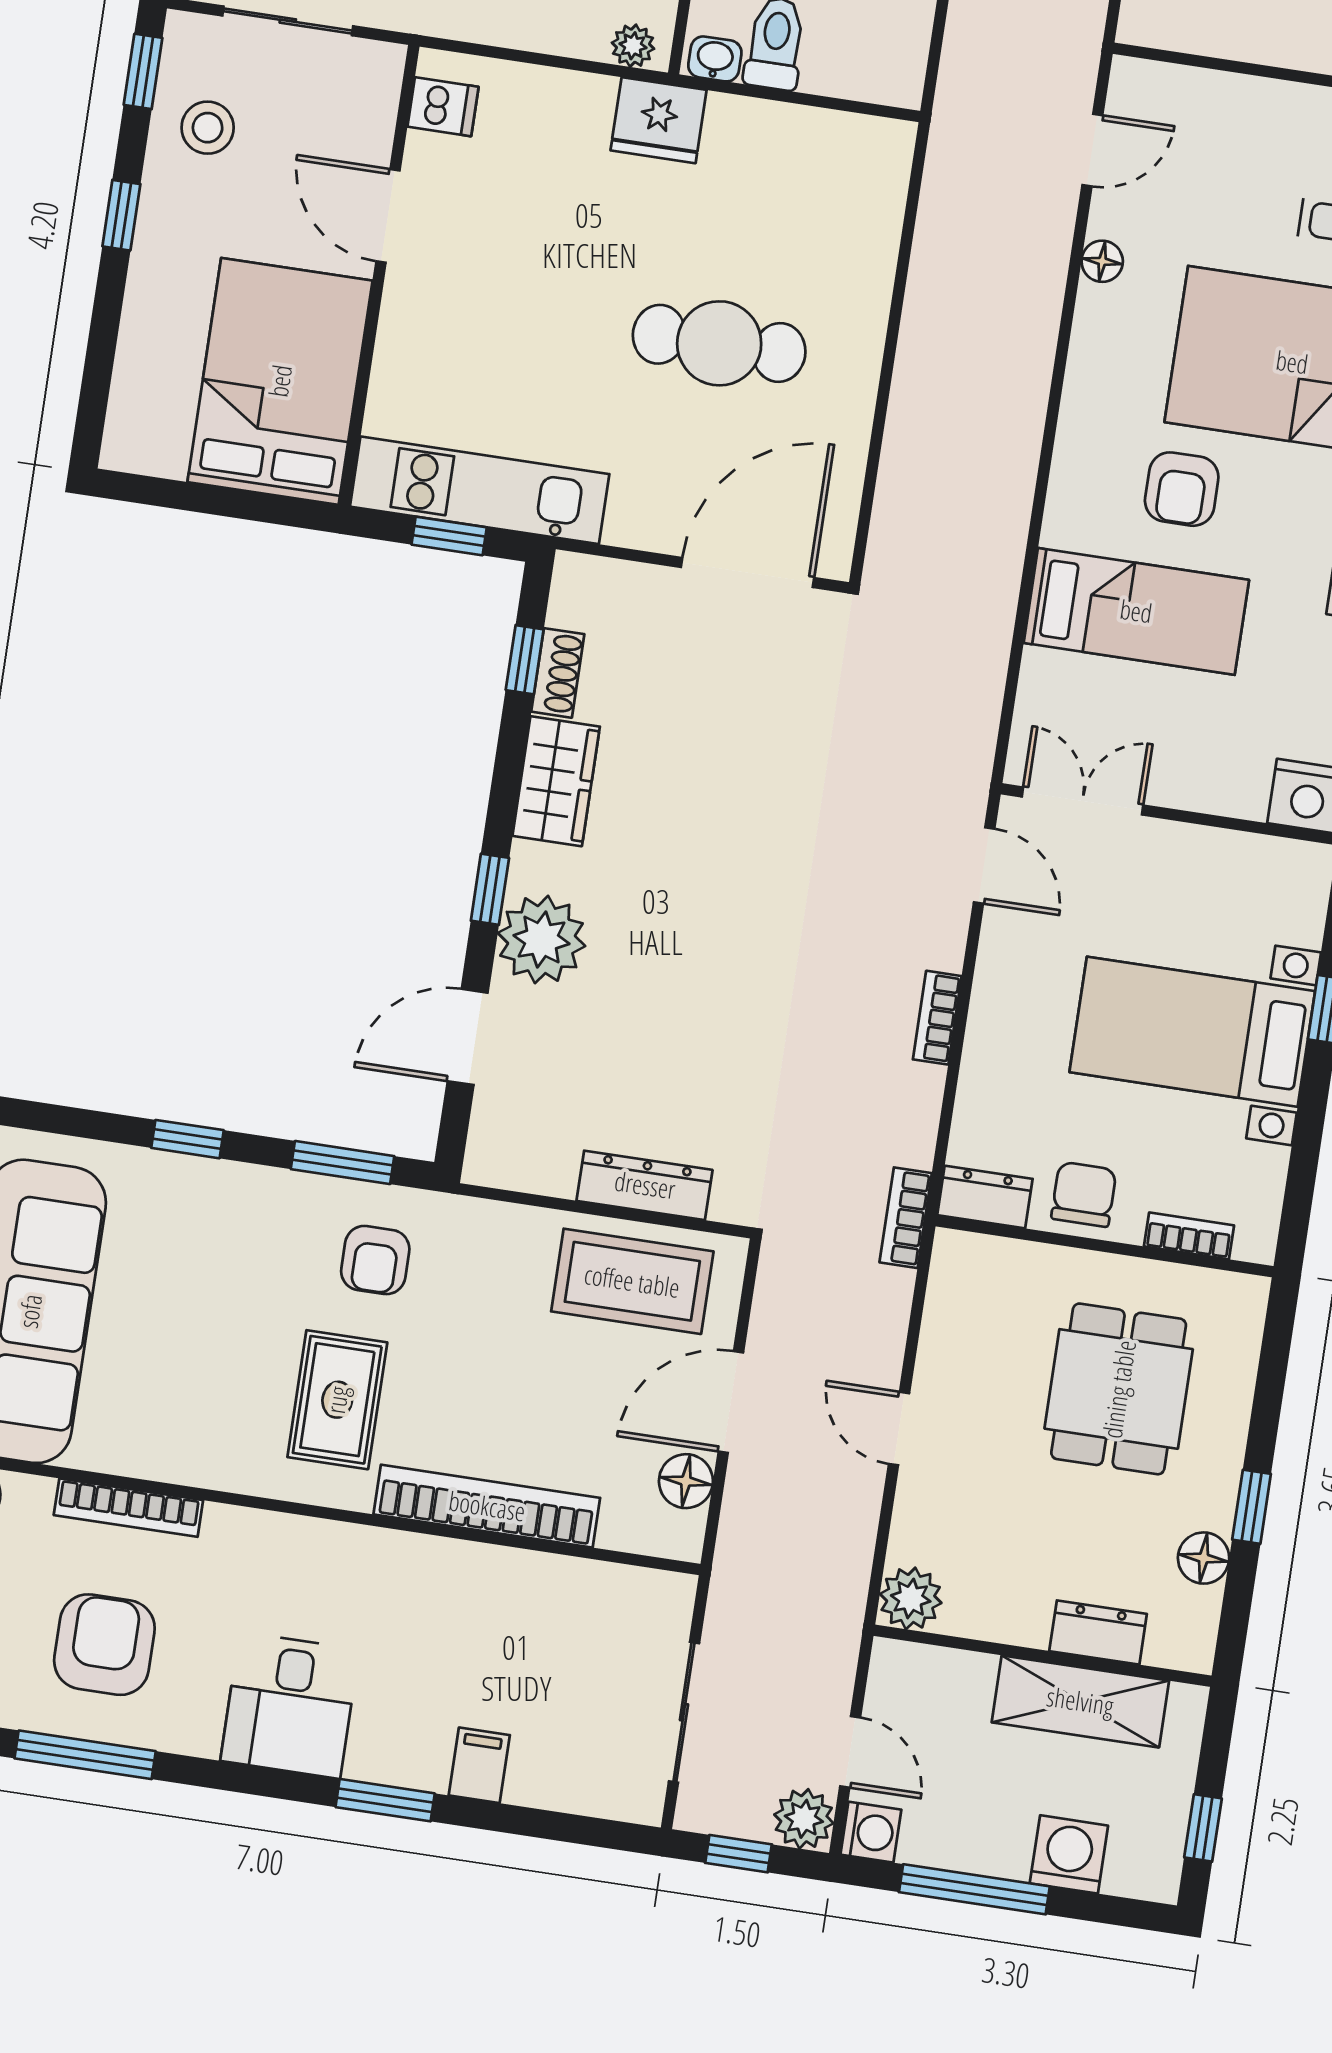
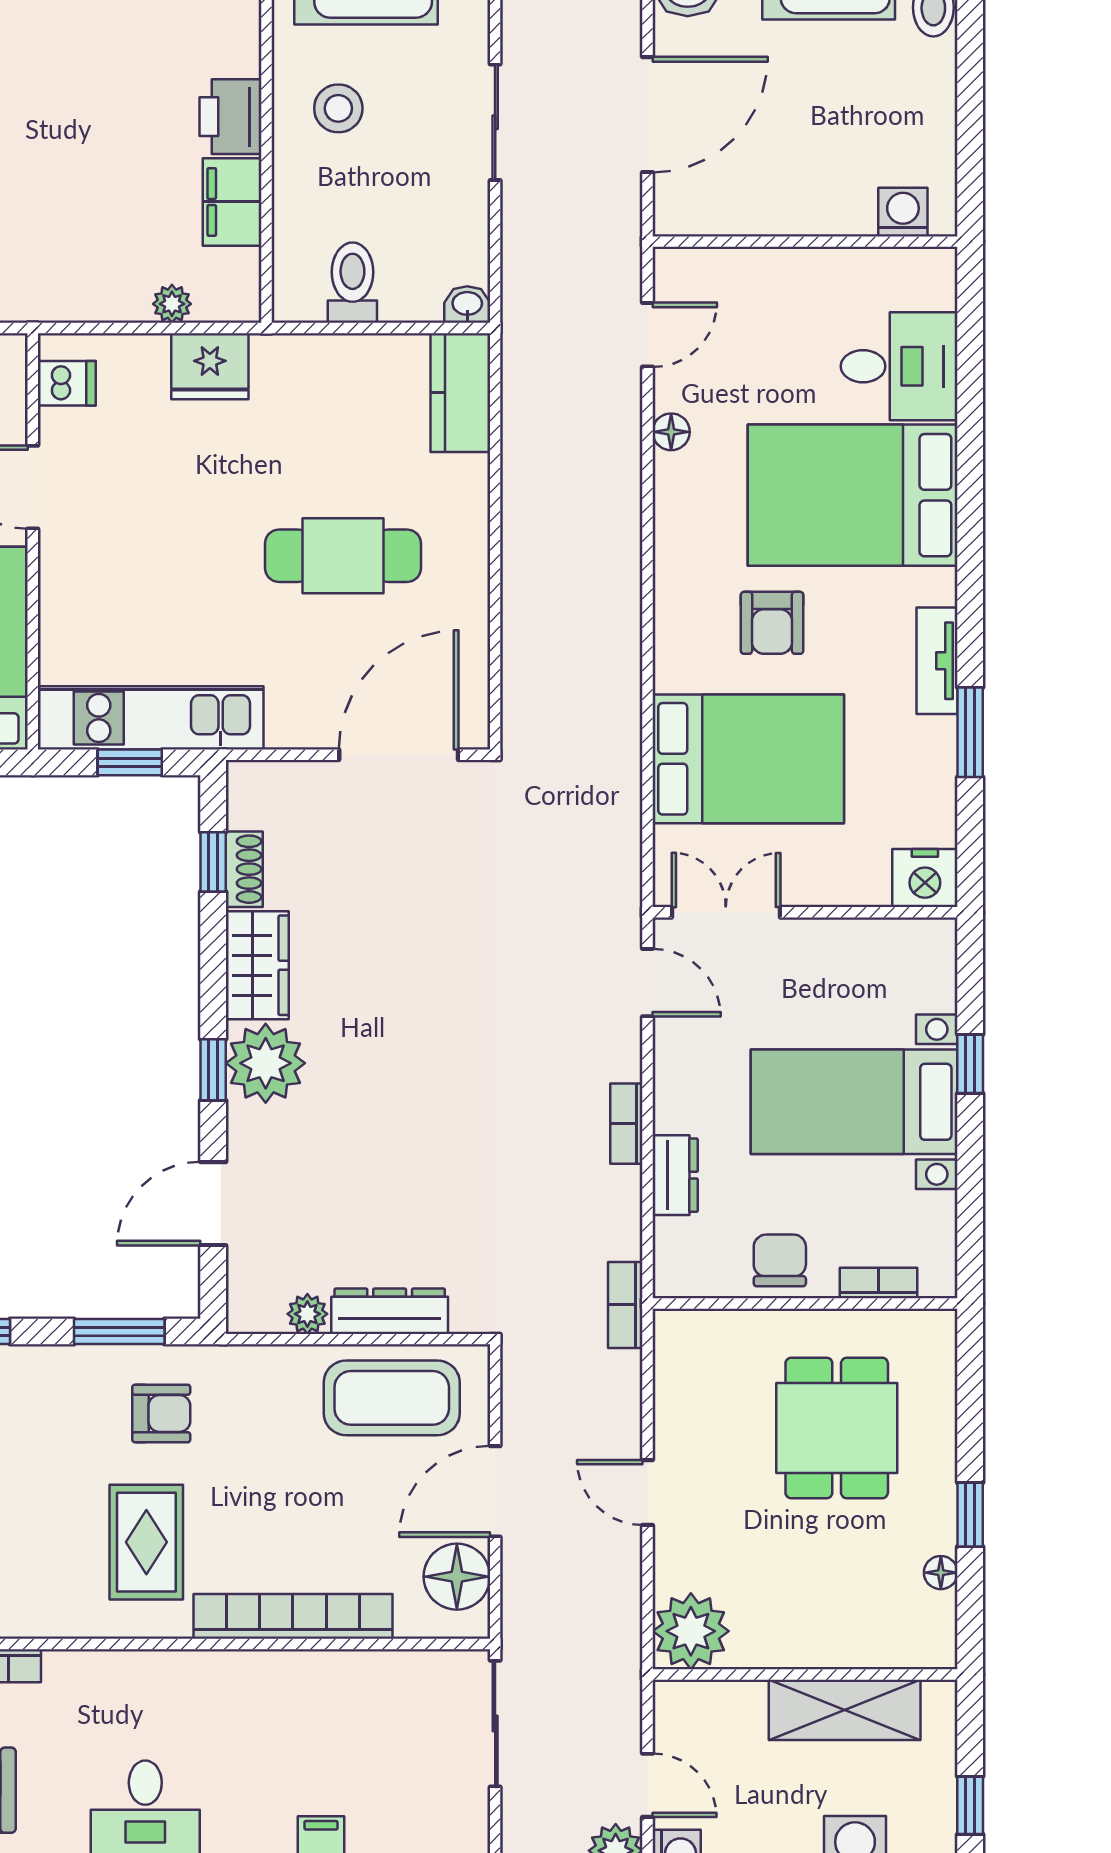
plant: (633, 46) -> (172, 304), moved
washbasin: (715, 59) -> (467, 304), moved
fridge: (659, 120) -> (210, 366), moved
kitchen counter: (876, 183) -> (460, 393), added
bed: (1136, 611) -> (748, 759), width x1.50
plant: (542, 940) -> (266, 1063), moved
plant: (553, 1175) -> (307, 1314), added
dresser: (985, 1197) -> (675, 1175), moved, turned 90
armchair: (375, 1260) -> (161, 1413), turned -90
floor lamp: (686, 1481) -> (457, 1577), width x1.38, depth x1.38
floor lamp: (1204, 1558) -> (941, 1573), width x0.73, depth x0.73
plant: (911, 1598) -> (691, 1631), width x1.36, depth x1.36
dresser: (1098, 1632) -> (851, 1646), removed
sliding door: (684, 1712) -> (495, 1724), moved

